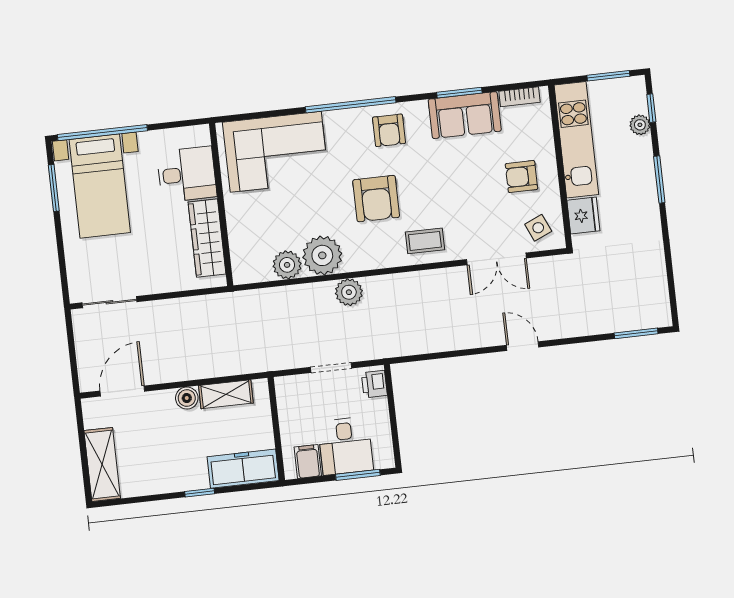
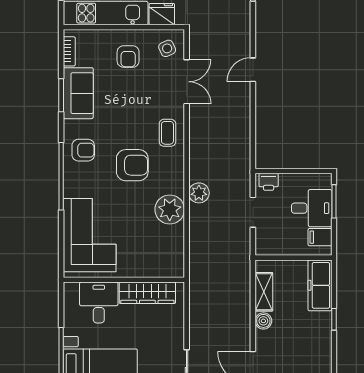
plant: (287, 265) -> (174, 236), removed

